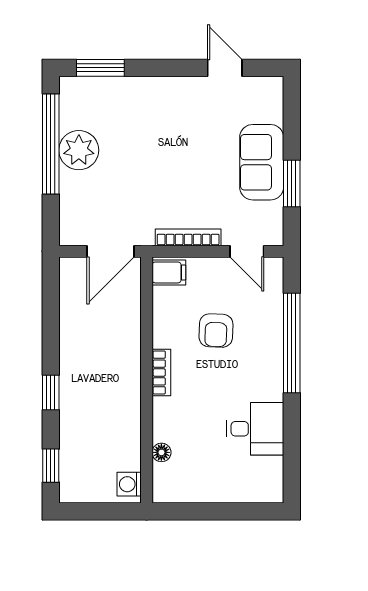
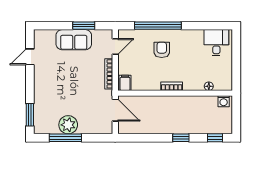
window: (51, 144) -> (65, 138), width x0.68
armchair: (216, 331) -> (162, 50), moved, turned -92
desk: (255, 429) -> (216, 43), moved

